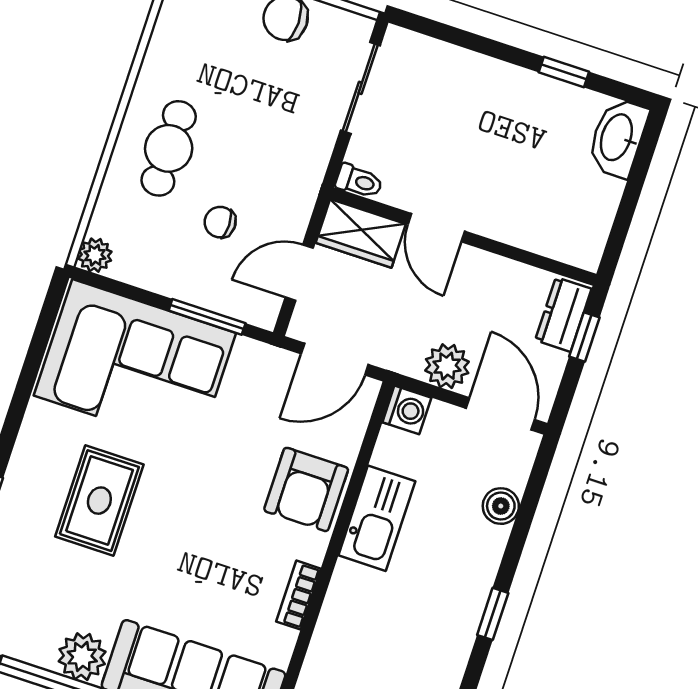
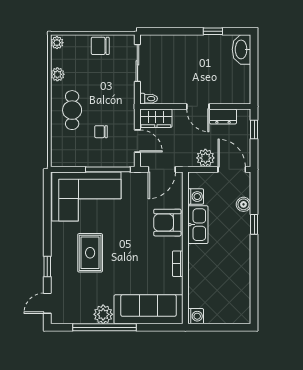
door: (436, 228) -> (198, 106), moved
plant: (95, 255) -> (57, 74), moved
door: (299, 273) -> (137, 141), swing flipped
dresser: (563, 314) -> (223, 117), moved, turned -90
window: (207, 317) -> (108, 169), width x1.44
washing machine: (407, 410) -> (196, 197), moved
armchair: (306, 489) -> (167, 223), turned 90
window: (493, 614) -> (254, 224), moved

